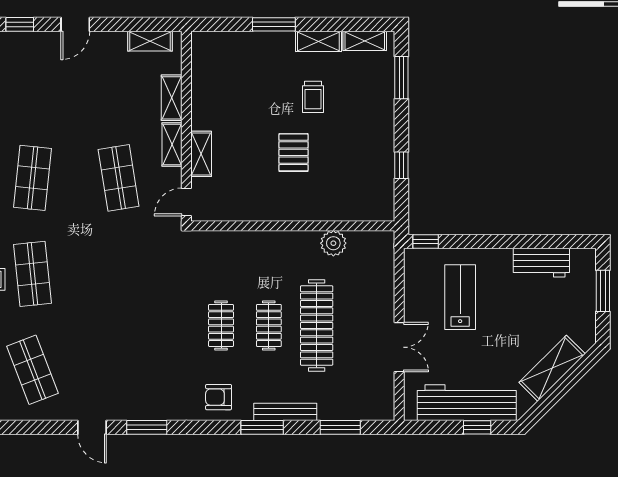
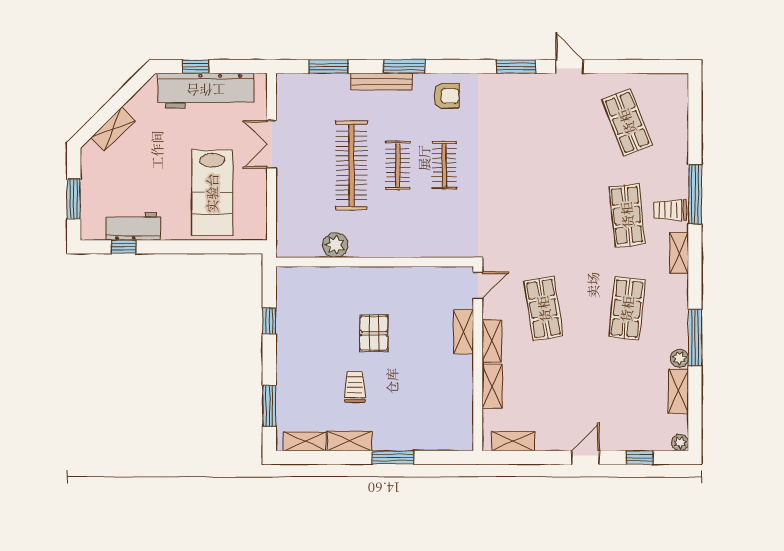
window: (426, 242) -> (124, 247), moved
lab bench: (460, 297) -> (212, 193), width x1.36, depth x1.39
shelving: (552, 368) -> (113, 129), width x0.67, depth x0.75

